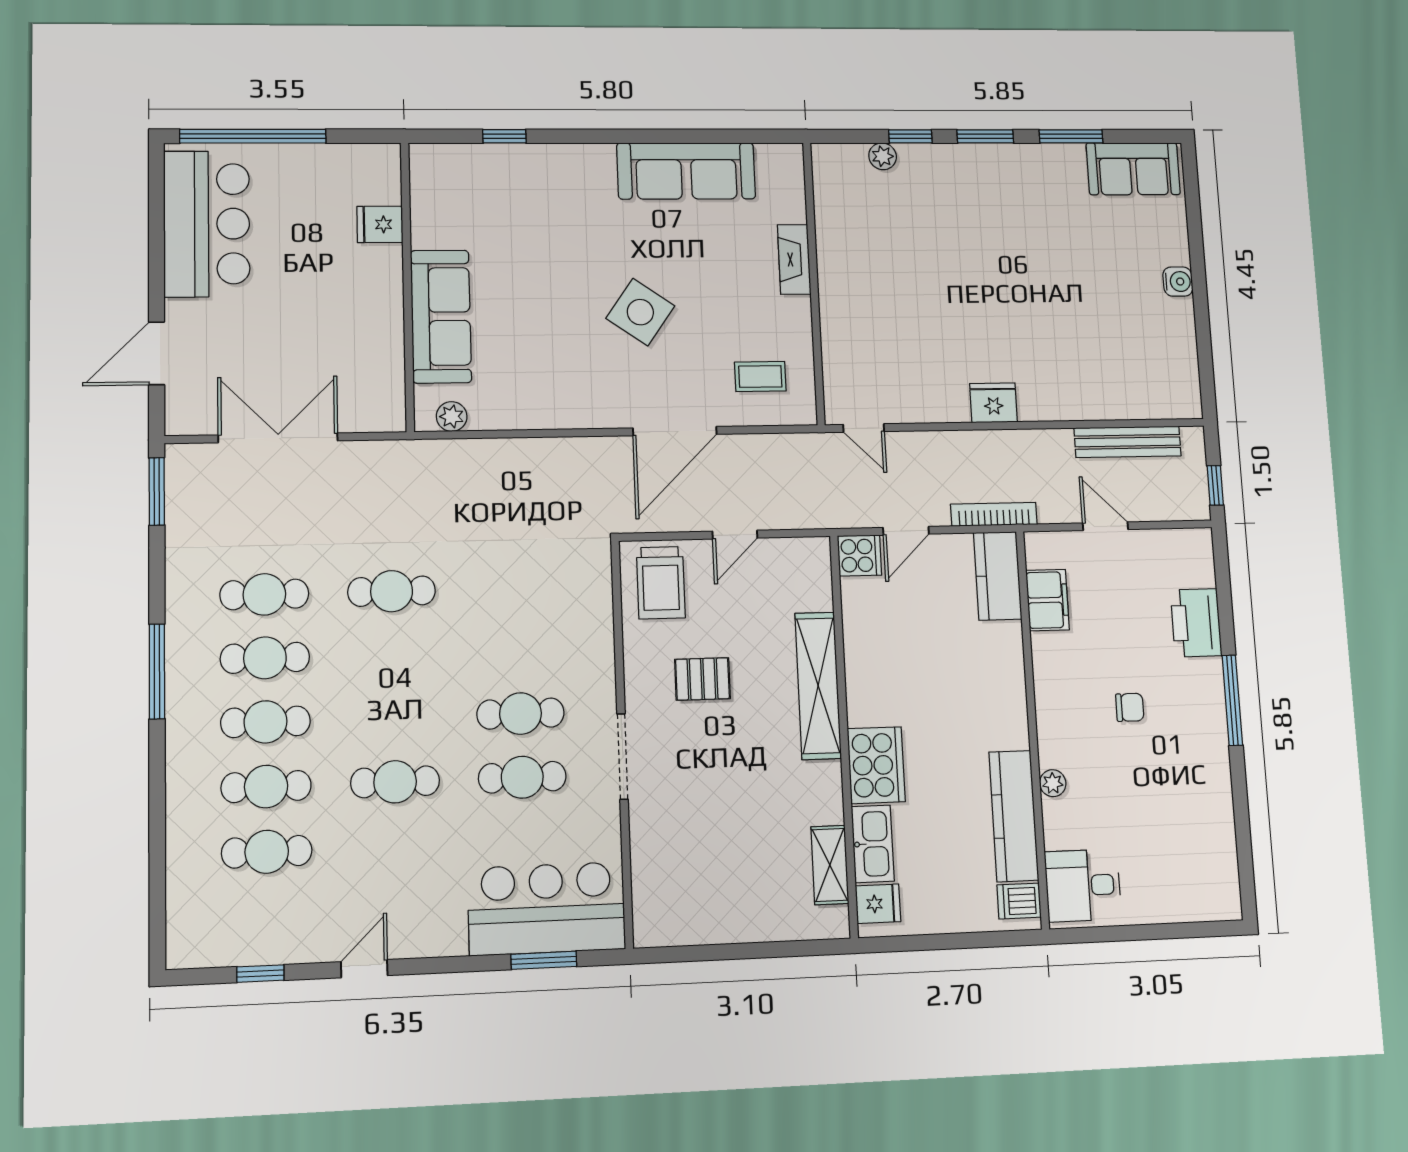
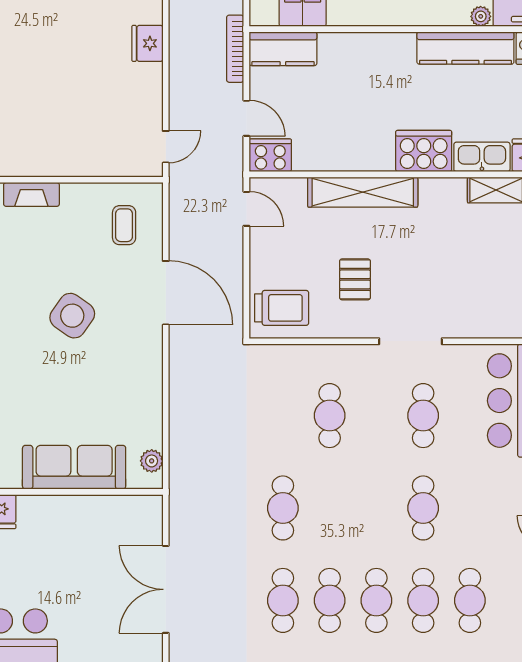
door: (735, 535) -> (246, 209), moved
cooker: (859, 555) -> (270, 155), width x1.36
cafe table: (520, 714) -> (330, 416), moved
plant: (1053, 783) -> (481, 16), moved

